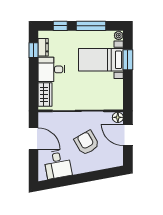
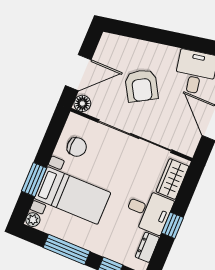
window: (33, 50) -> (173, 225), moved
chair: (110, 90) -> (77, 147), added
door: (128, 135) -> (78, 73), hinge flipped

